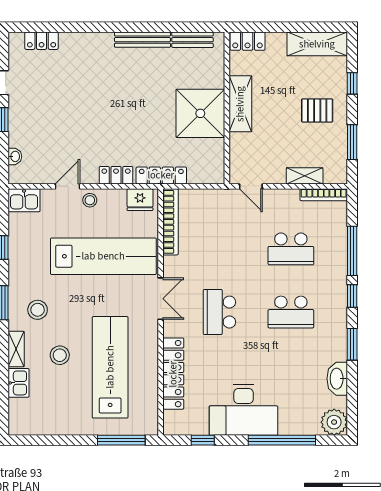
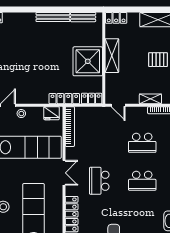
locker: (116, 175) -> (92, 99), moved

